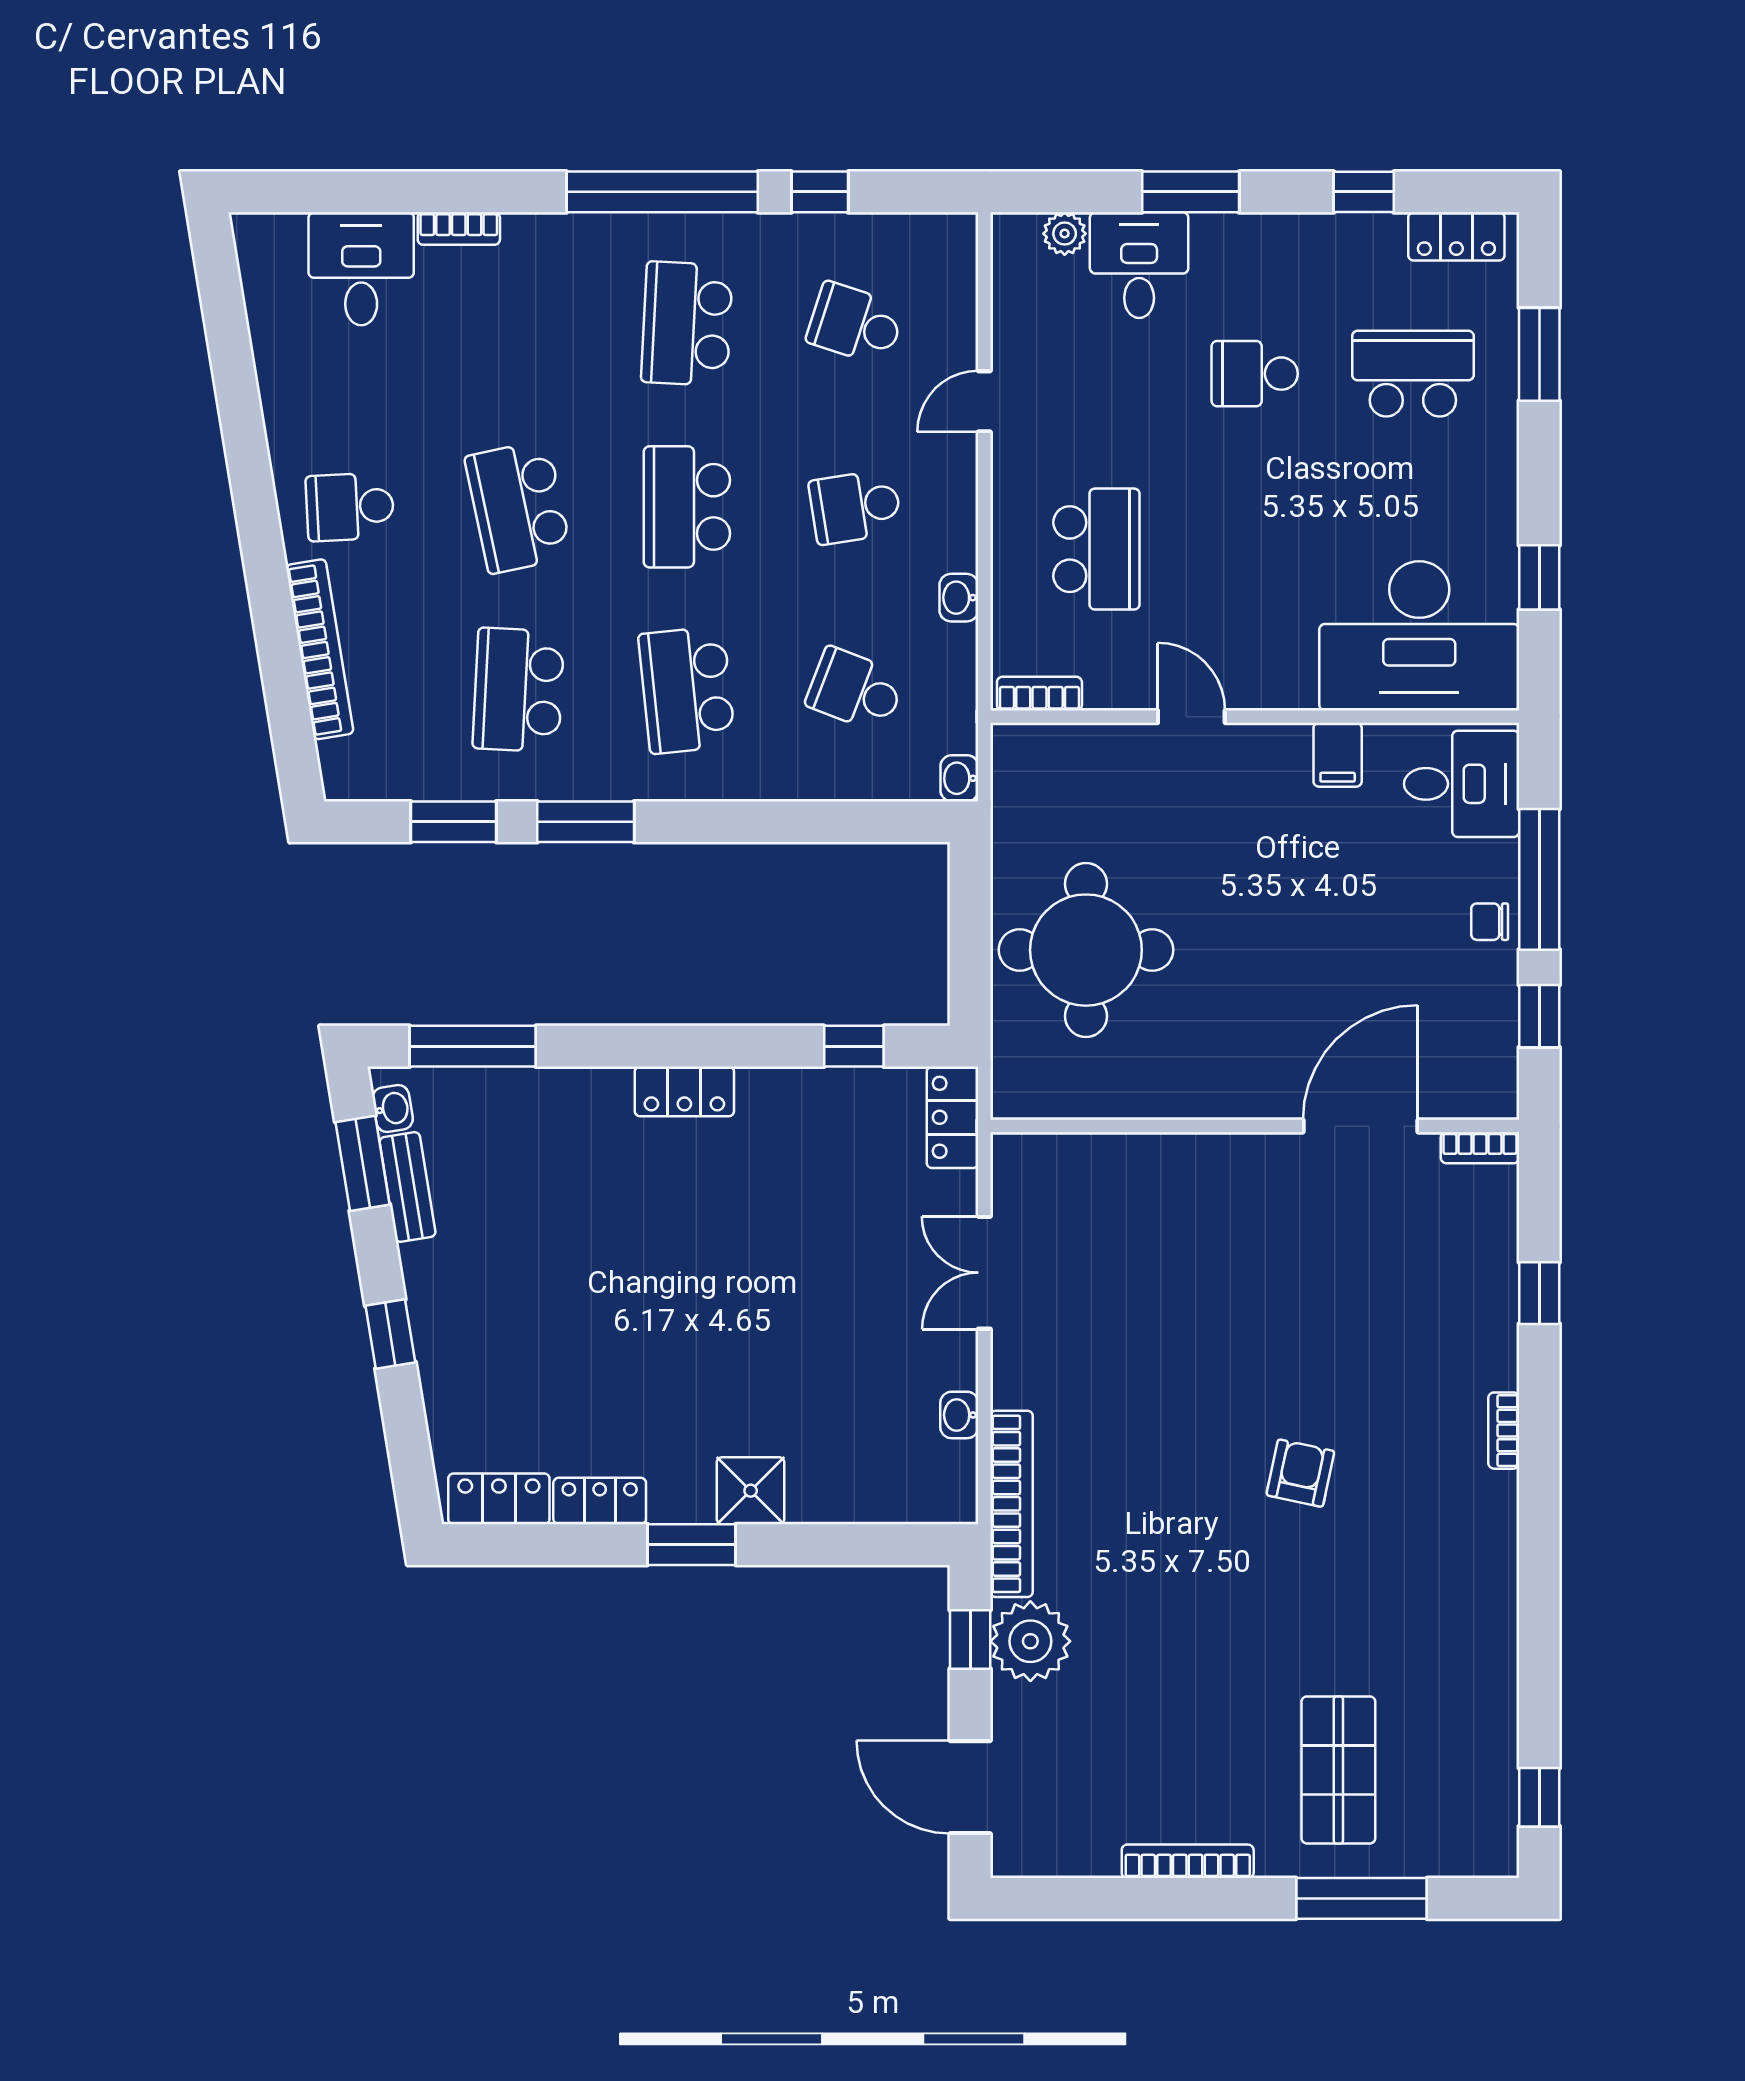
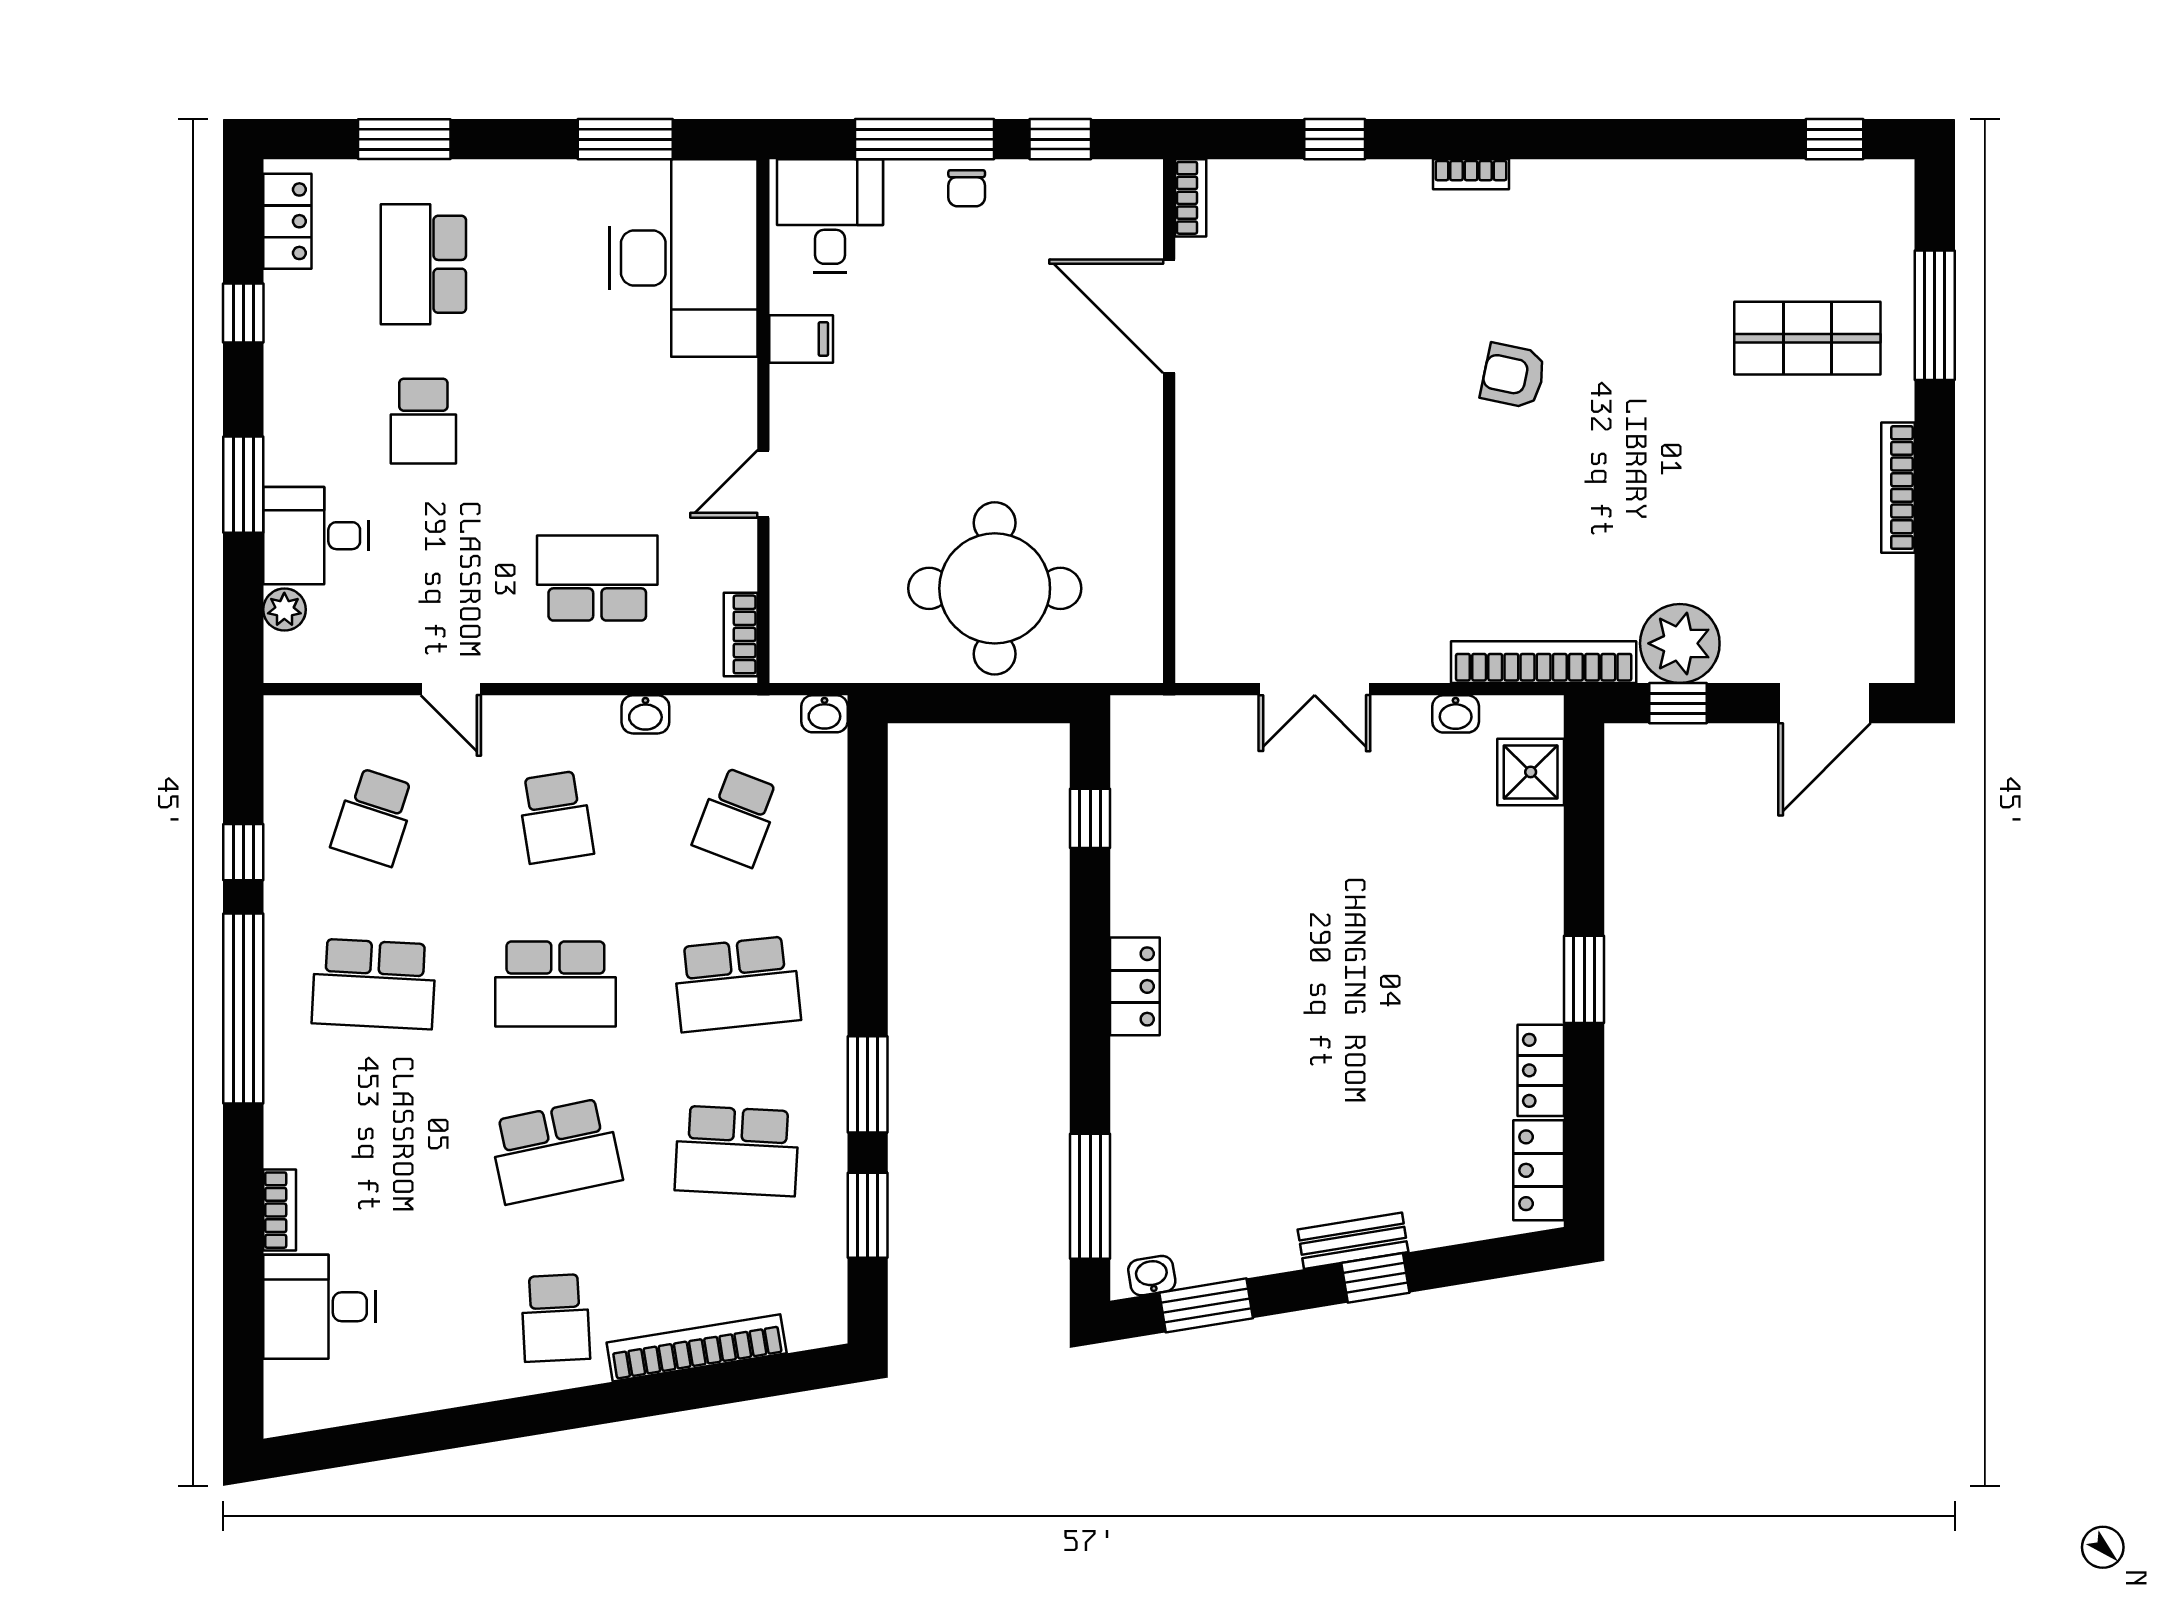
window: (1539, 577) -> (625, 139), width x1.50
locker: (952, 1117) -> (1161, 721), removed
bench: (407, 1187) -> (1353, 1241), moved
shower: (751, 1491) -> (1531, 772), moved

